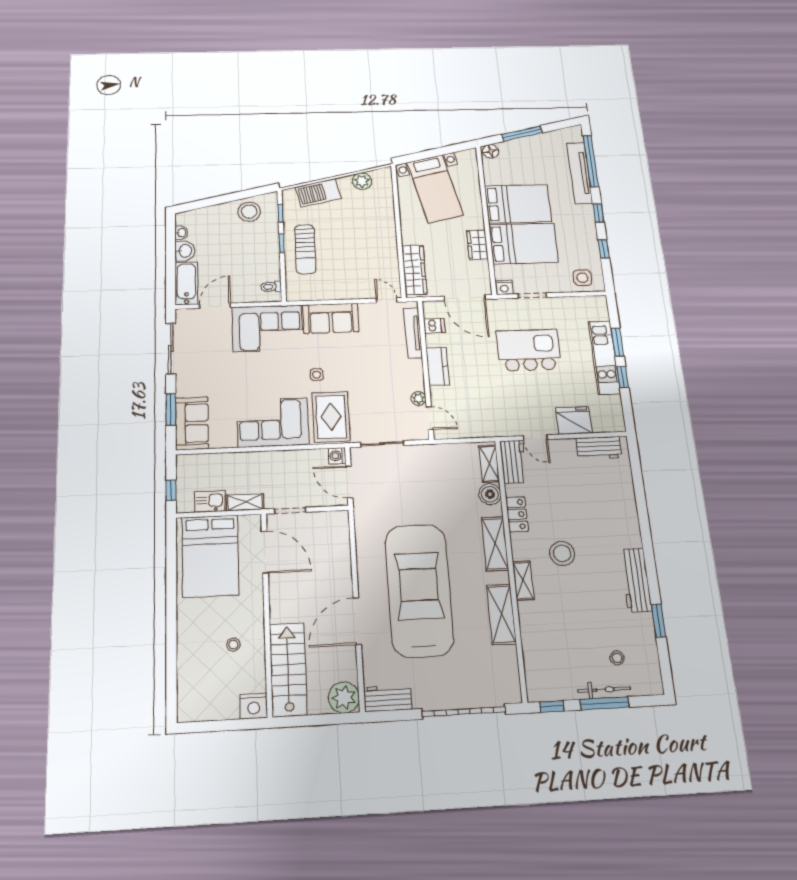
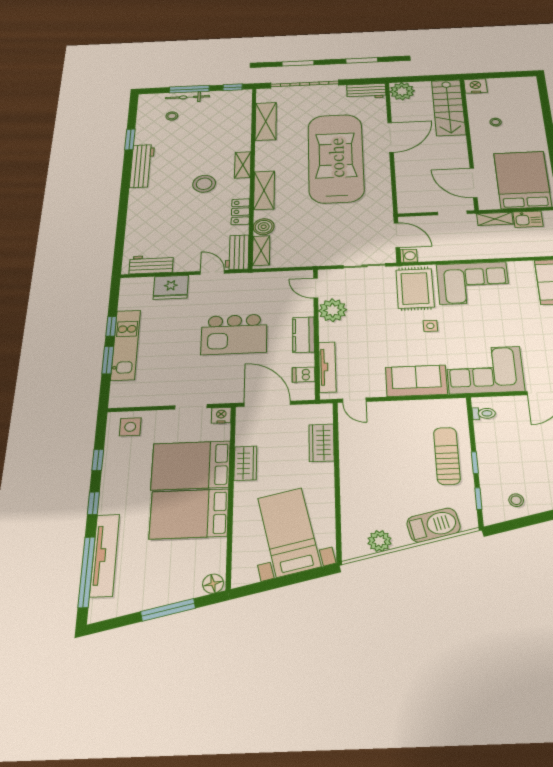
stool: (249, 212) -> (516, 500), width x0.53, depth x0.53
wardrobe: (414, 270) -> (321, 443), width x0.67
kitchen island: (529, 350) -> (234, 334), moved
plant: (418, 399) -> (333, 310), width x1.88, depth x1.88
car: (419, 590) -> (336, 158), turned 180
shelving: (501, 614) -> (266, 121), moved

